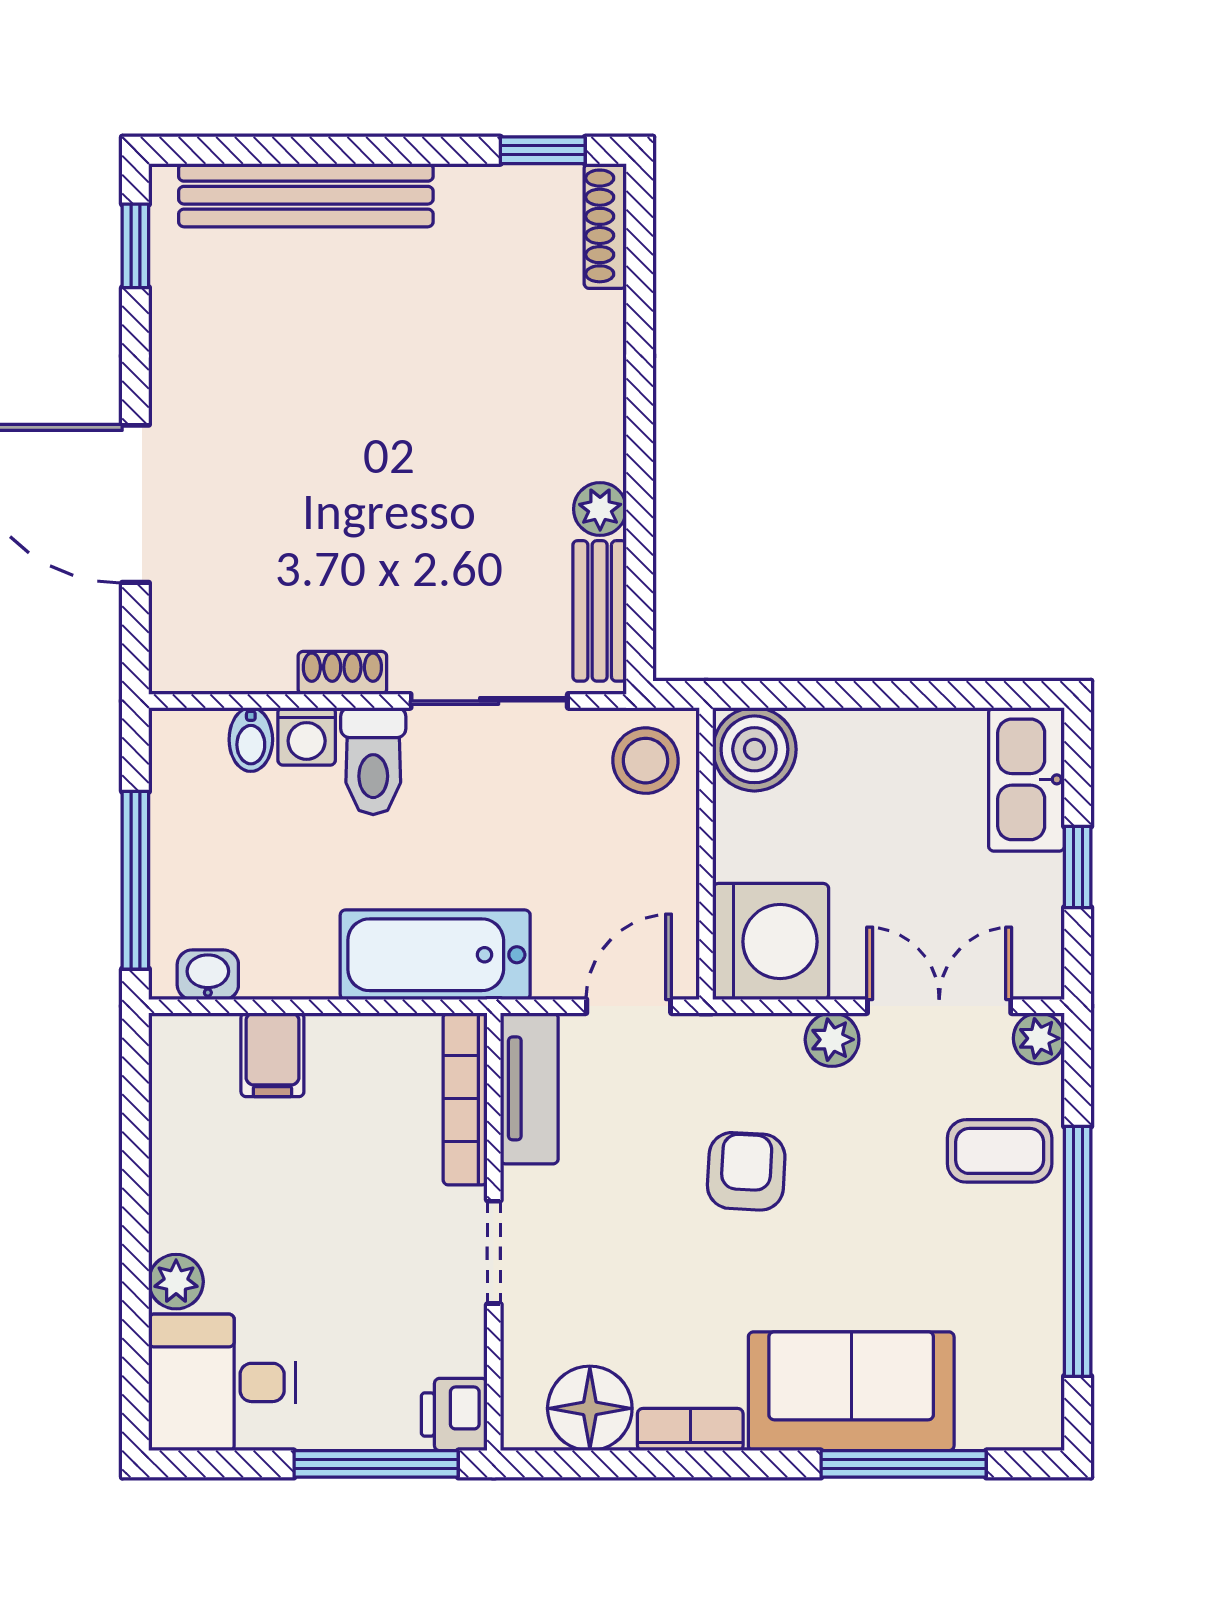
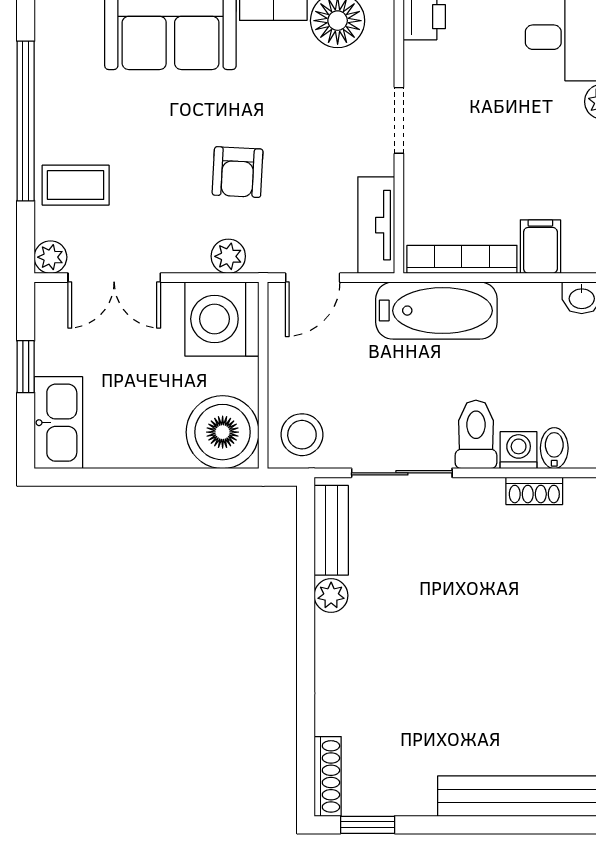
shoe rack: (342, 673) -> (534, 491), moved
boiler: (754, 749) -> (223, 432), width x1.37, depth x1.37
plant: (832, 1040) -> (228, 256), moved
bookcase: (465, 1099) -> (462, 259), moved, turned -90

